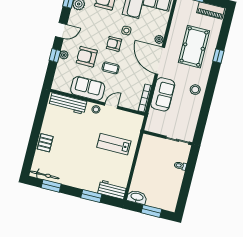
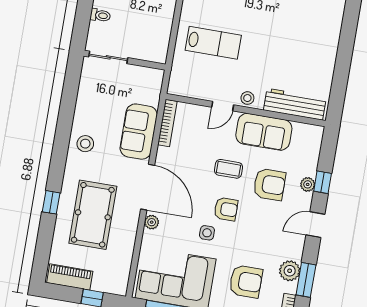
pallet: (45, 143) -> (327, 36), removed

